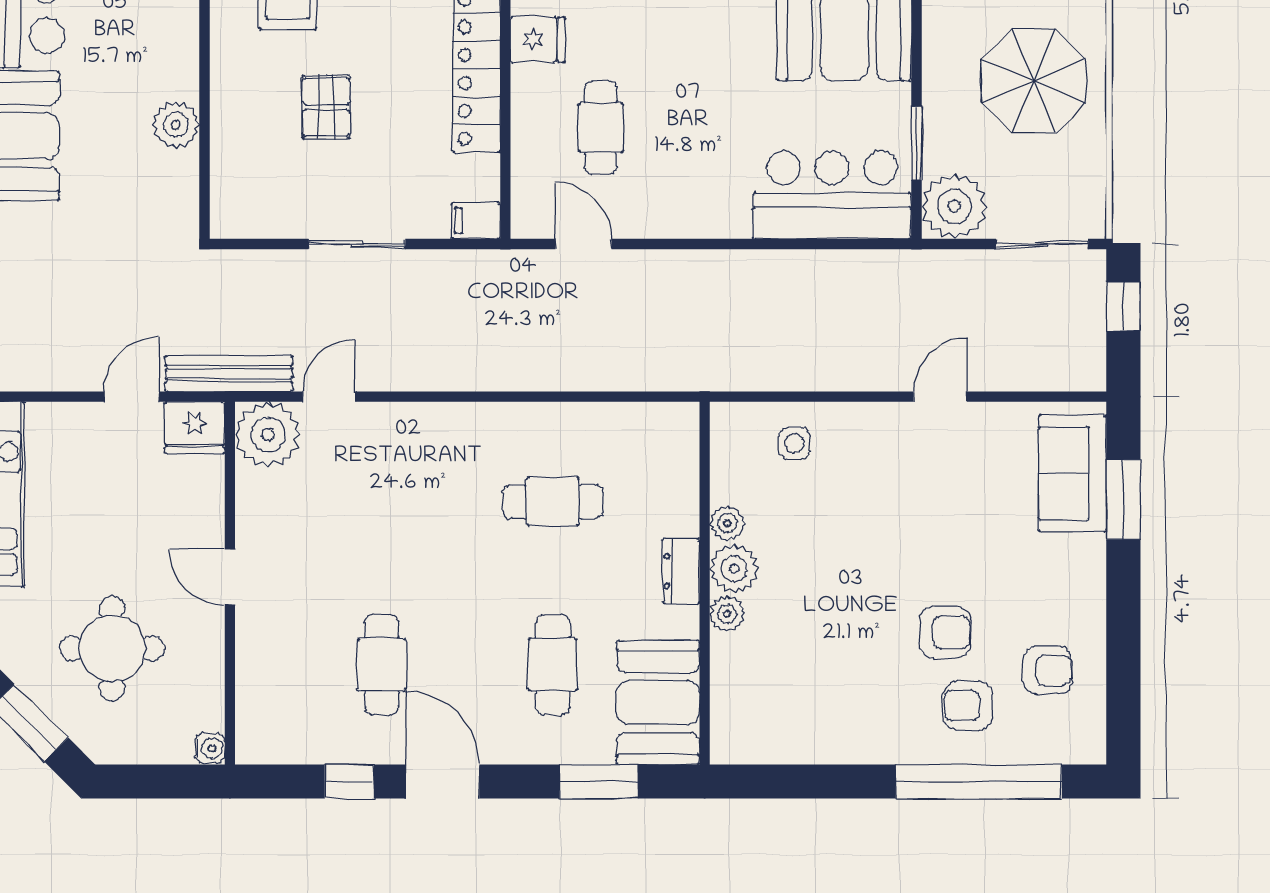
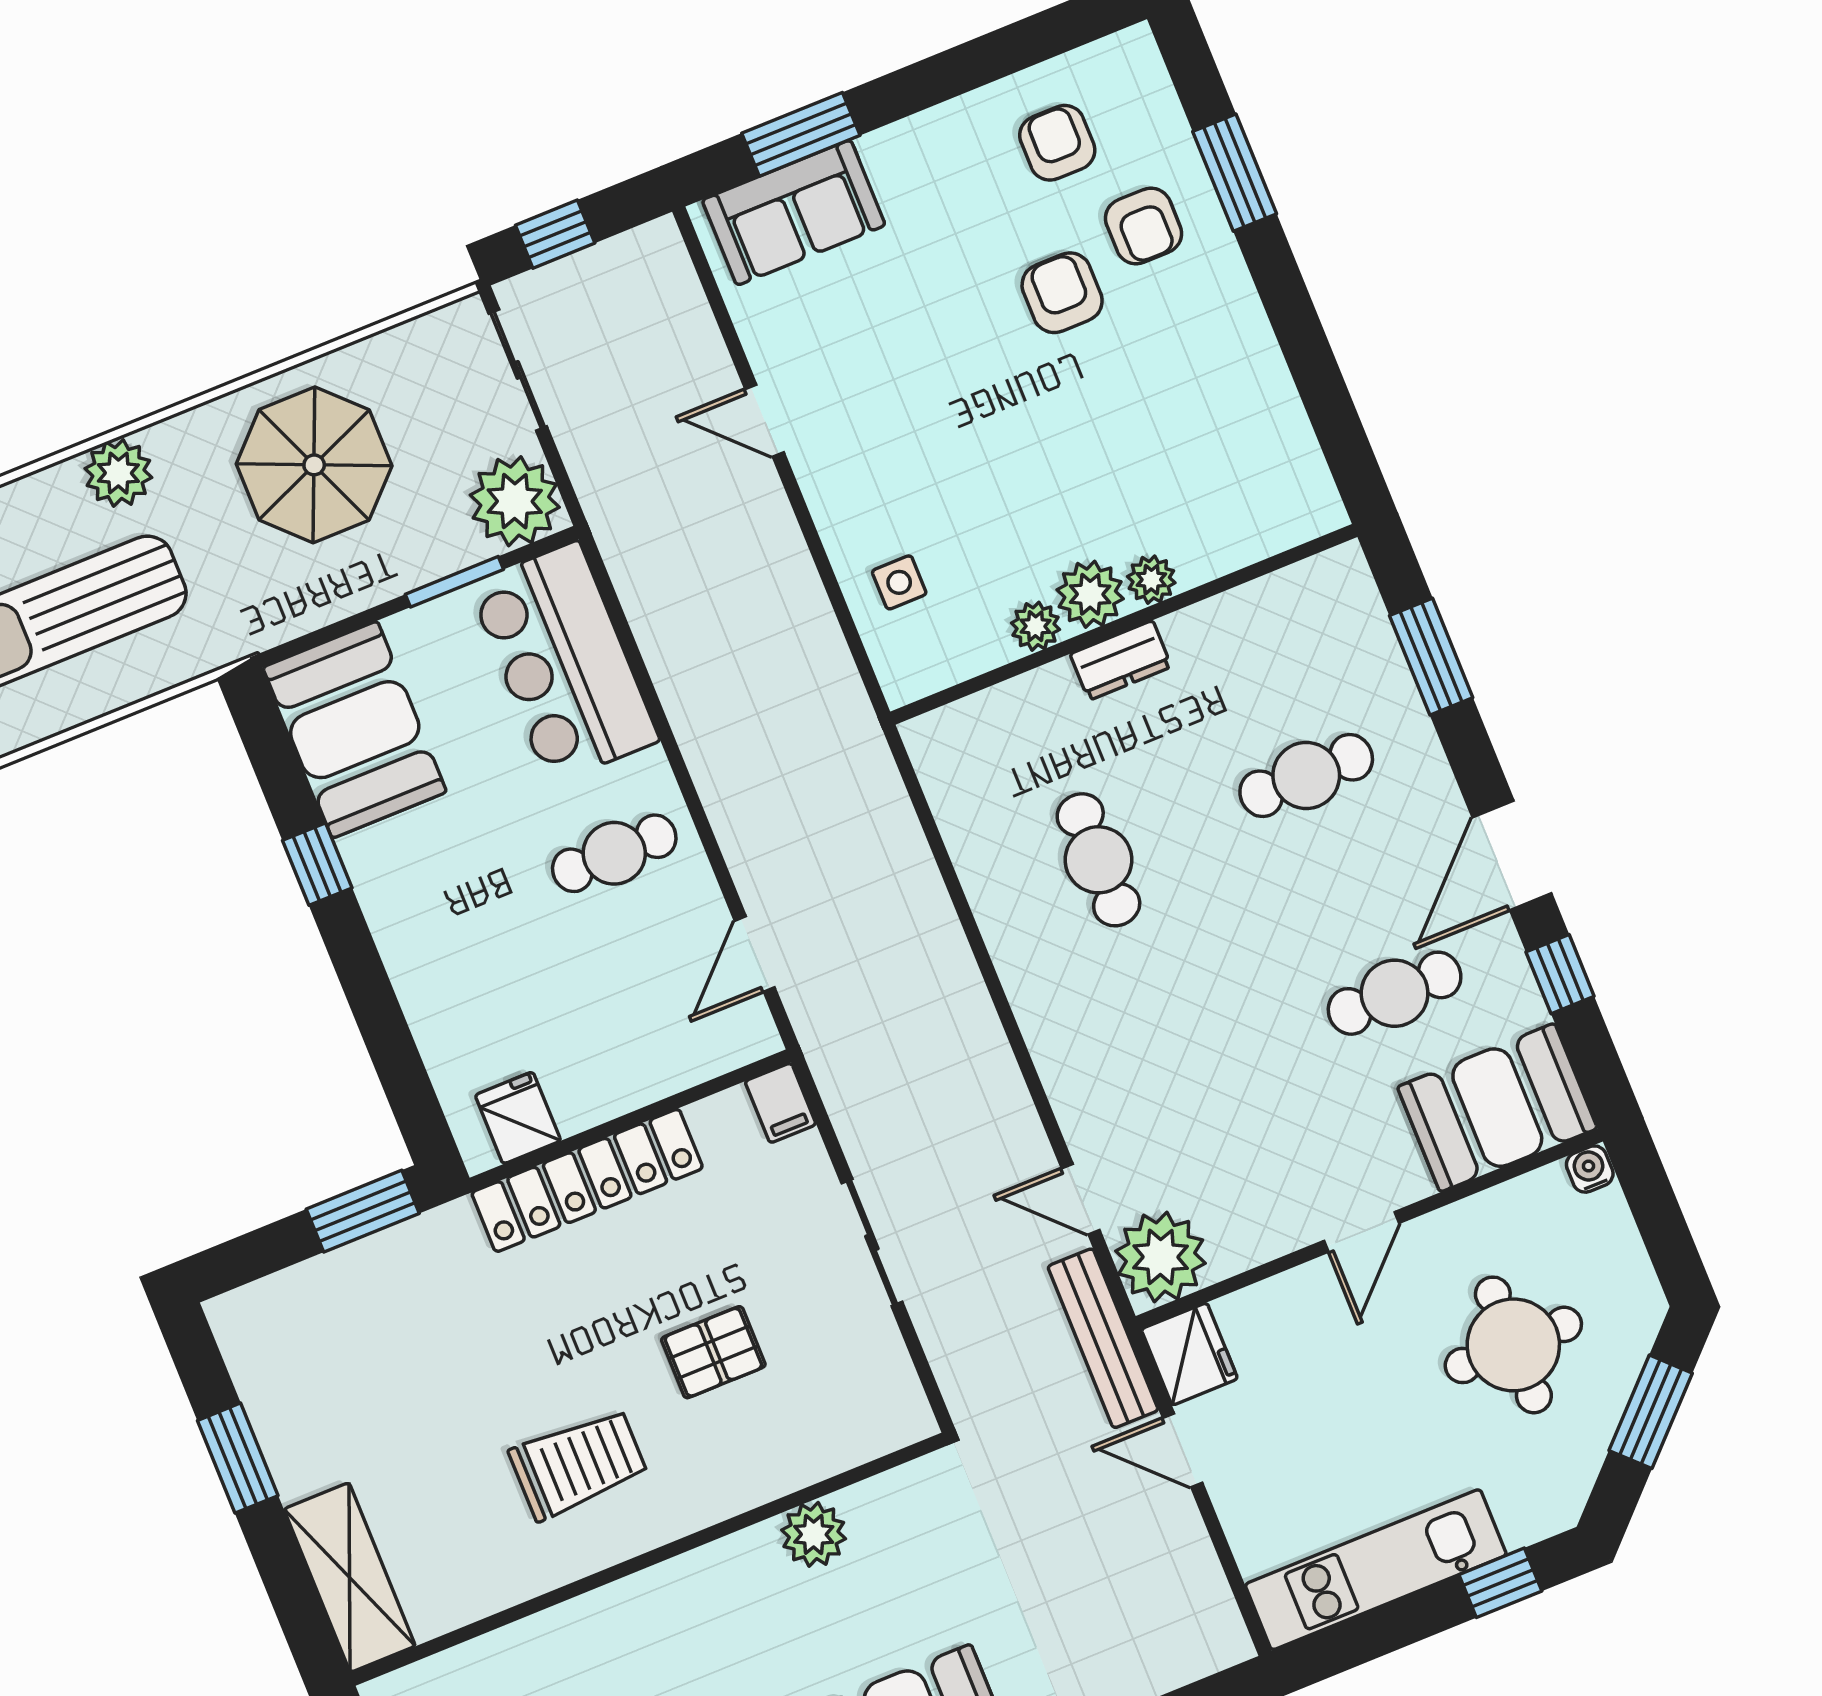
cafe table: (601, 128) -> (614, 853), moved
booth: (658, 703) -> (1497, 1108), moved
window: (979, 781) -> (1235, 173), width x0.47

